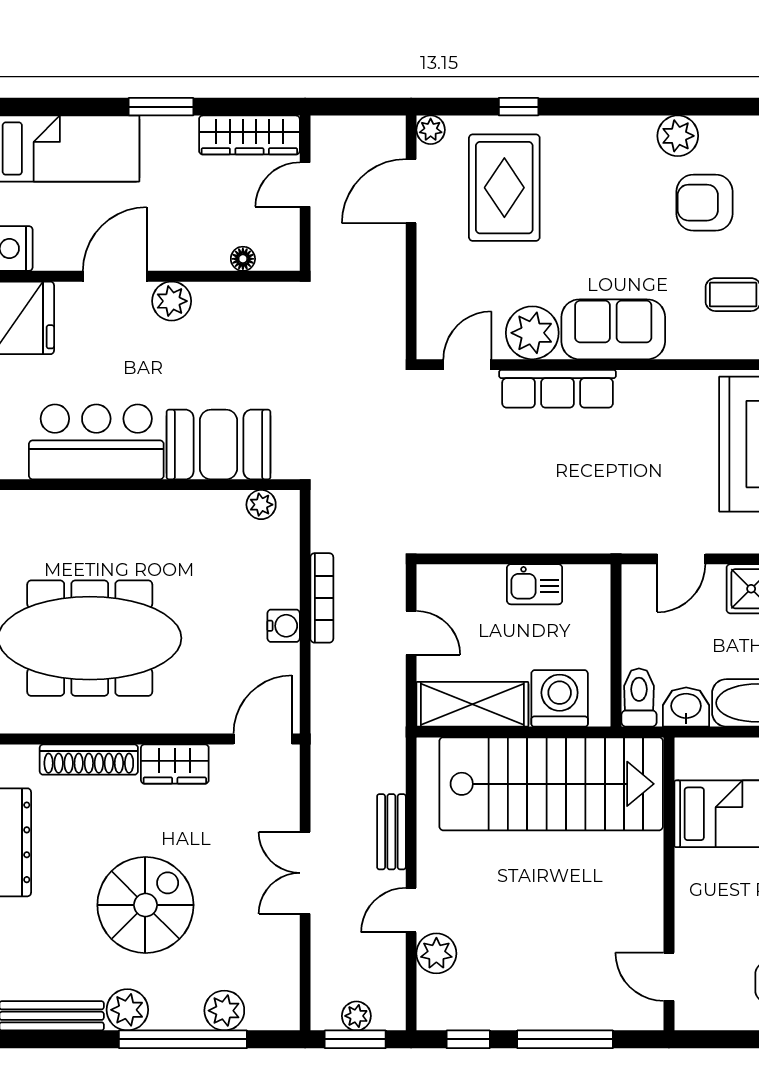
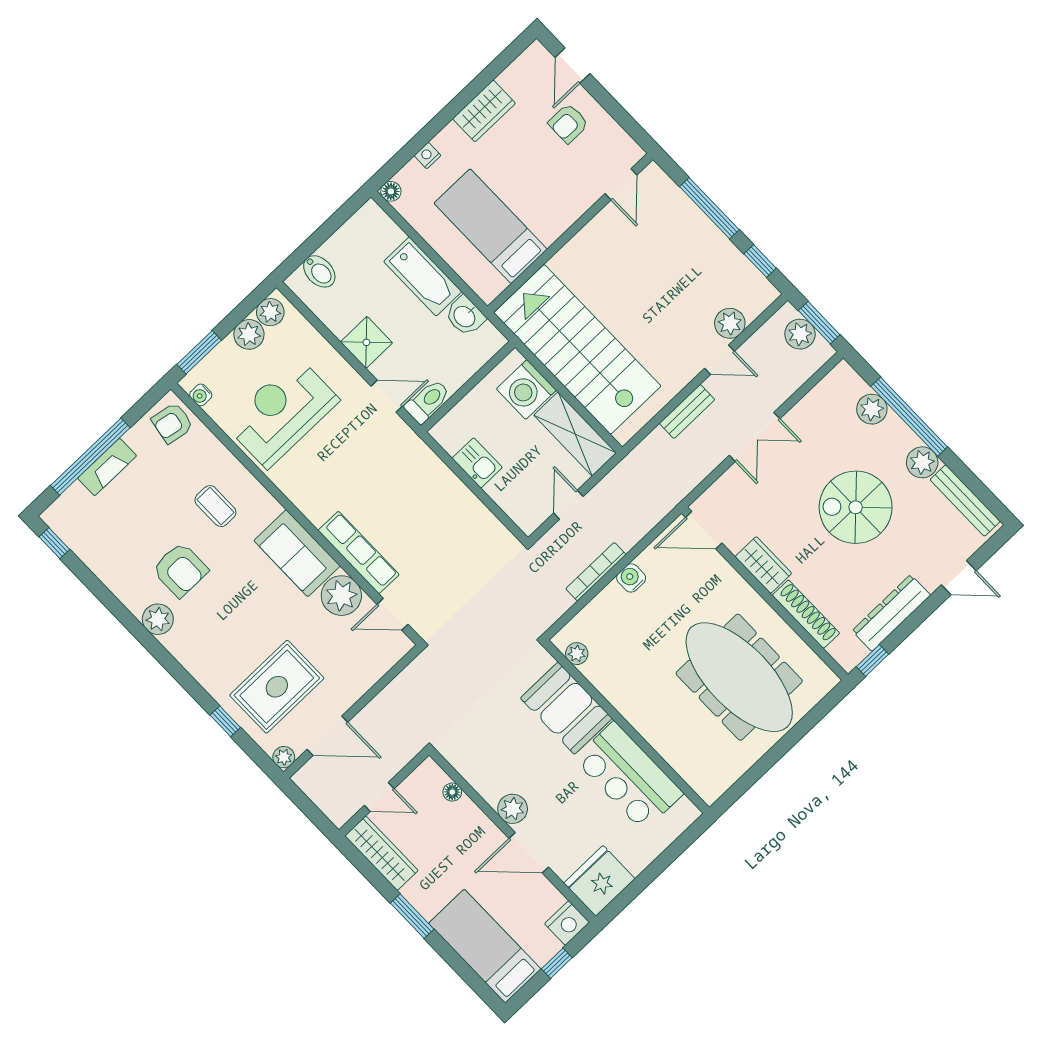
toilet: (639, 698) -> (428, 401), moved, turned 180
plant: (356, 1016) -> (800, 334), width x1.38, depth x1.38

